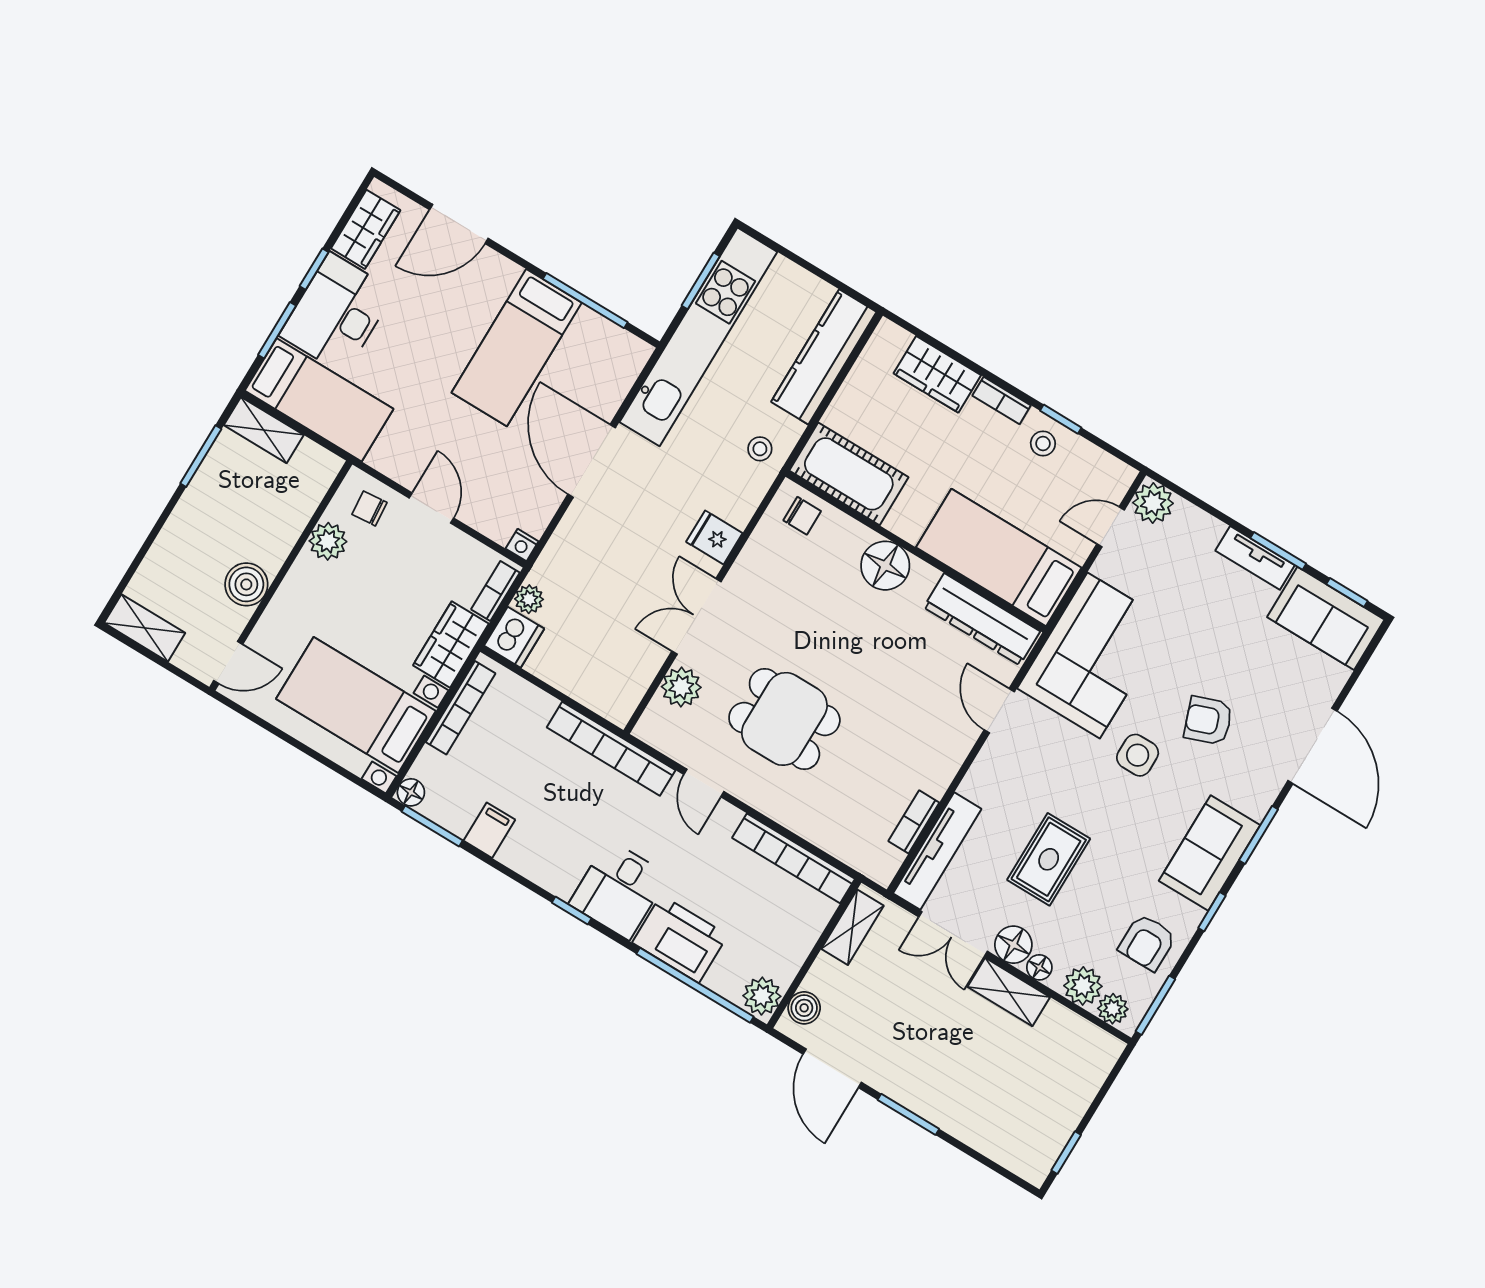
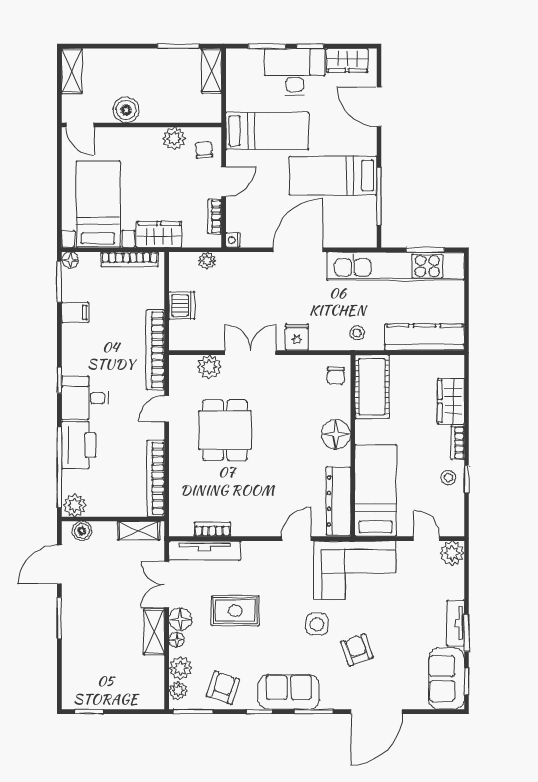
bed: (319, 400) -> (267, 131), moved, turned -90
bookcase: (495, 591) -> (215, 217), moved, turned -90
dishwasher: (514, 637) -> (182, 305), moved, turned -90
armchair: (1147, 942) -> (223, 688), turned 108

